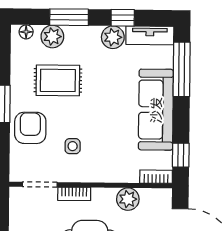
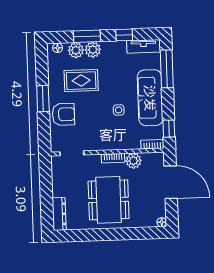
plant: (113, 37) -> (93, 50), moved
armchair: (30, 128) -> (63, 114), turned 90
side table: (73, 146) -> (119, 110), moved
bookcase: (74, 194) -> (113, 158), moved

